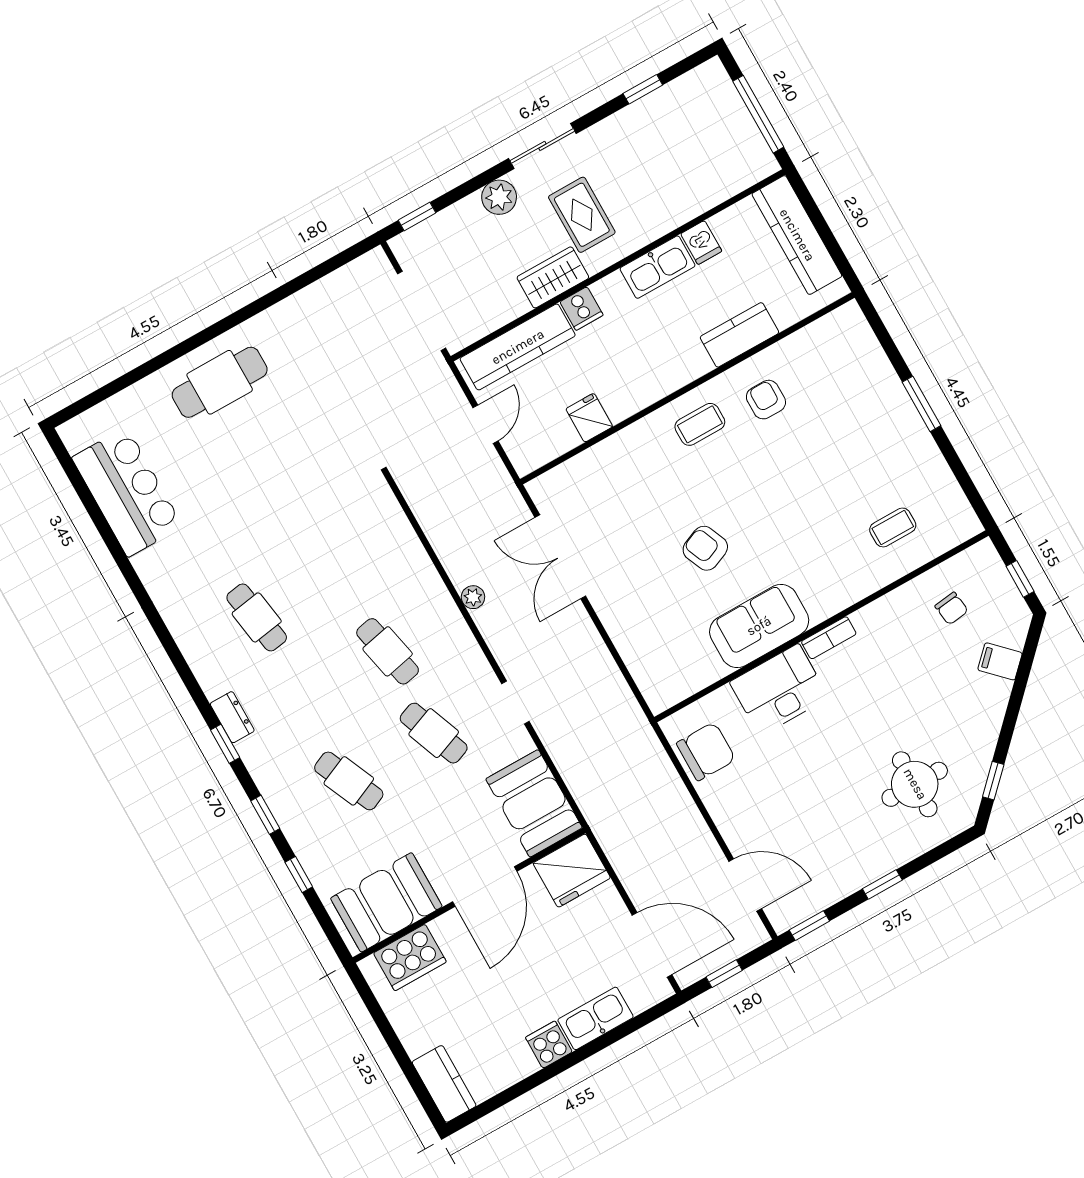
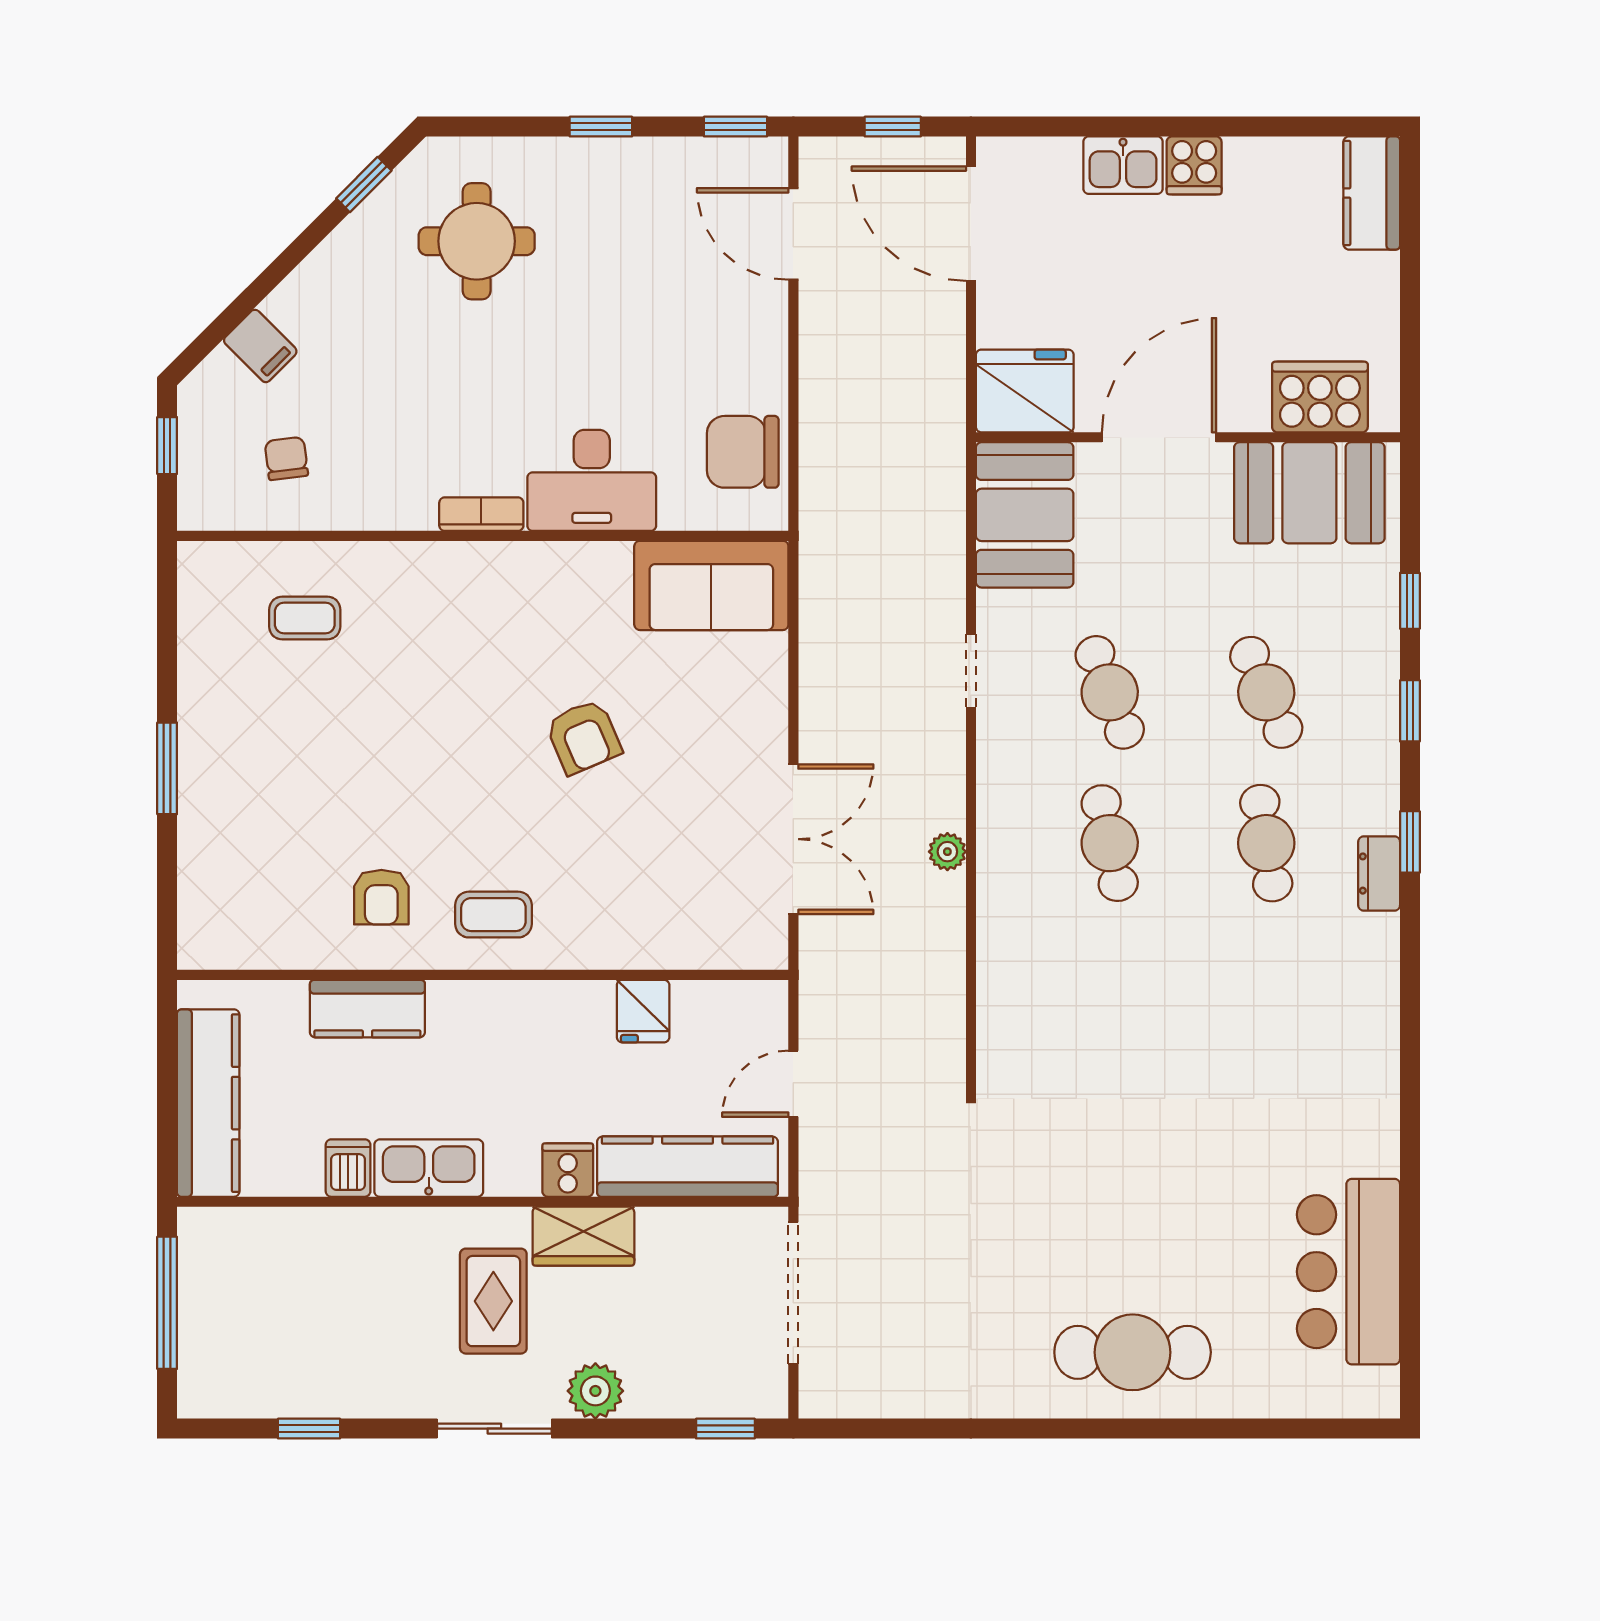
cafe table: (257, 617) -> (1266, 843), moved
sofa: (759, 626) -> (711, 585), moved
kitchen sink: (596, 1018) -> (1123, 165), width x0.73

